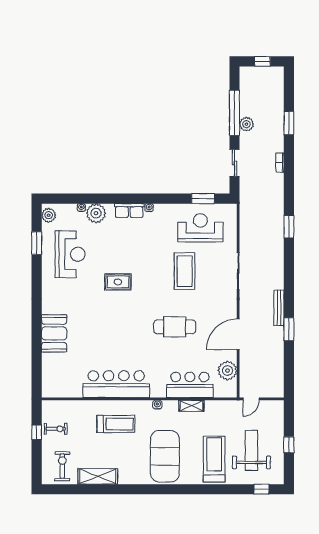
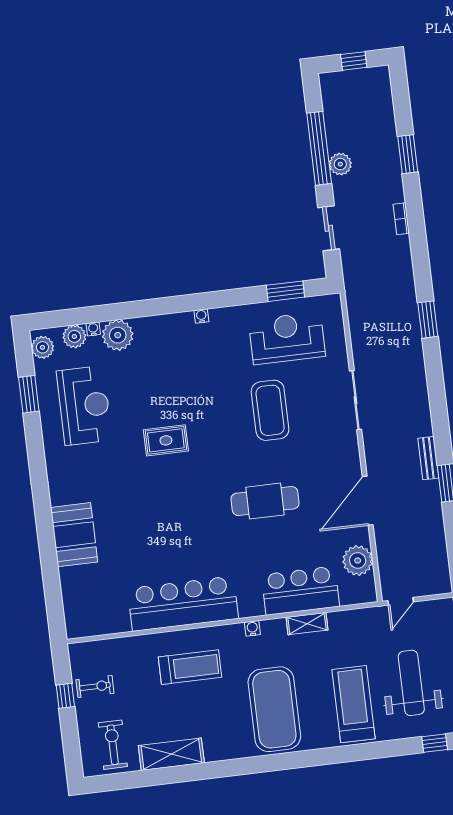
plant: (69, 211) -> (74, 336), added
row of seats: (129, 211) -> (170, 325), removed
bench: (279, 308) -> (428, 458), width x0.73

